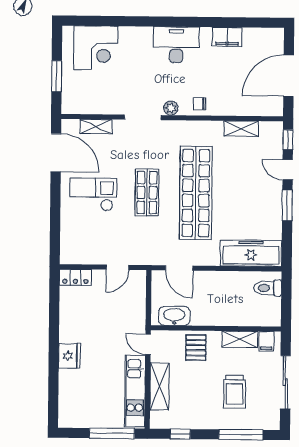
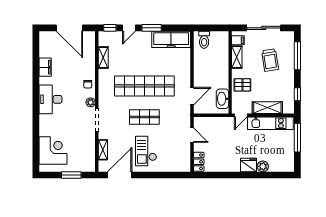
freezer: (251, 253) -> (171, 39), moved, turned -90
plant: (67, 378) -> (263, 166), added
trolley: (235, 392) -> (270, 60), turned 81

